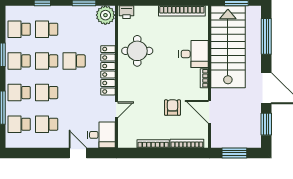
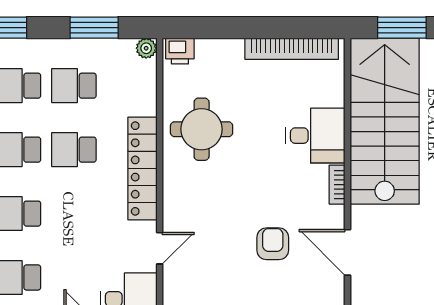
plant: (105, 15) -> (146, 48), width x0.53, depth x0.53
school desk: (74, 29) -> (74, 86), added

